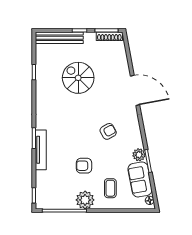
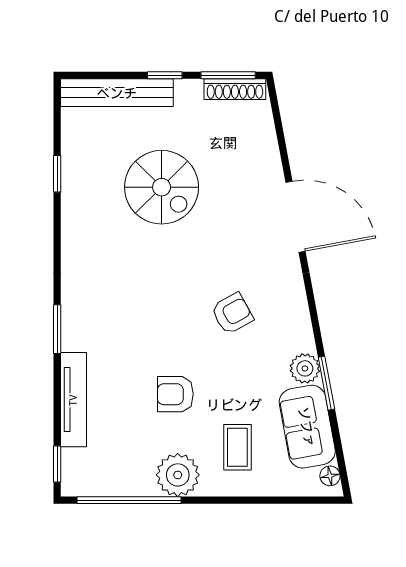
spiral stairs: (78, 78) -> (162, 187), turned 180
tv unit: (41, 150) -> (73, 400), moved

